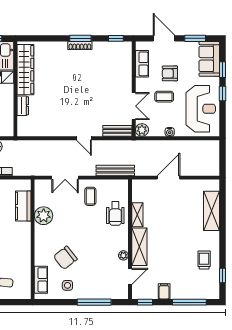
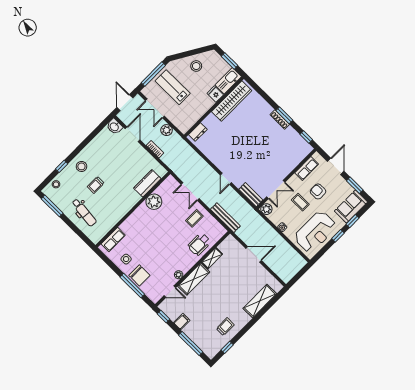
dresser: (23, 106) -> (198, 132), moved
chair: (65, 258) -> (139, 275), moved, turned -142

